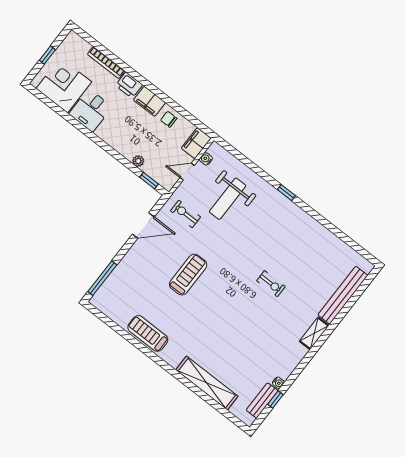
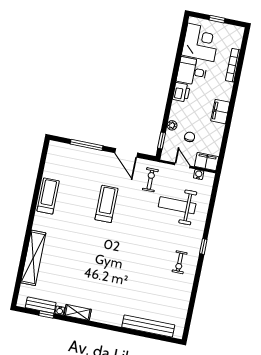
printer: (129, 85) -> (181, 92), moved, turned 180
chair: (169, 119) -> (190, 137), moved
treadmill: (188, 275) -> (106, 204), turned -90
window: (102, 278) -> (87, 145), moved
exercise bike: (271, 284) -> (180, 262), moved
shelving: (314, 333) -> (78, 312), moved

